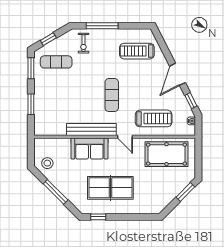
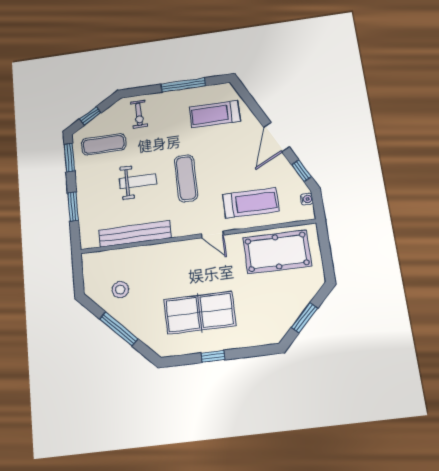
window: (102, 26) -> (183, 85), moved
weight bench: (78, 92) -> (138, 181), added
bench: (91, 129) -> (135, 234), moved
sofa: (89, 149) -> (162, 258), removed
stool: (47, 163) -> (120, 290), moved
window: (185, 192) -> (305, 318), moved
window: (98, 217) -> (213, 356), moved

